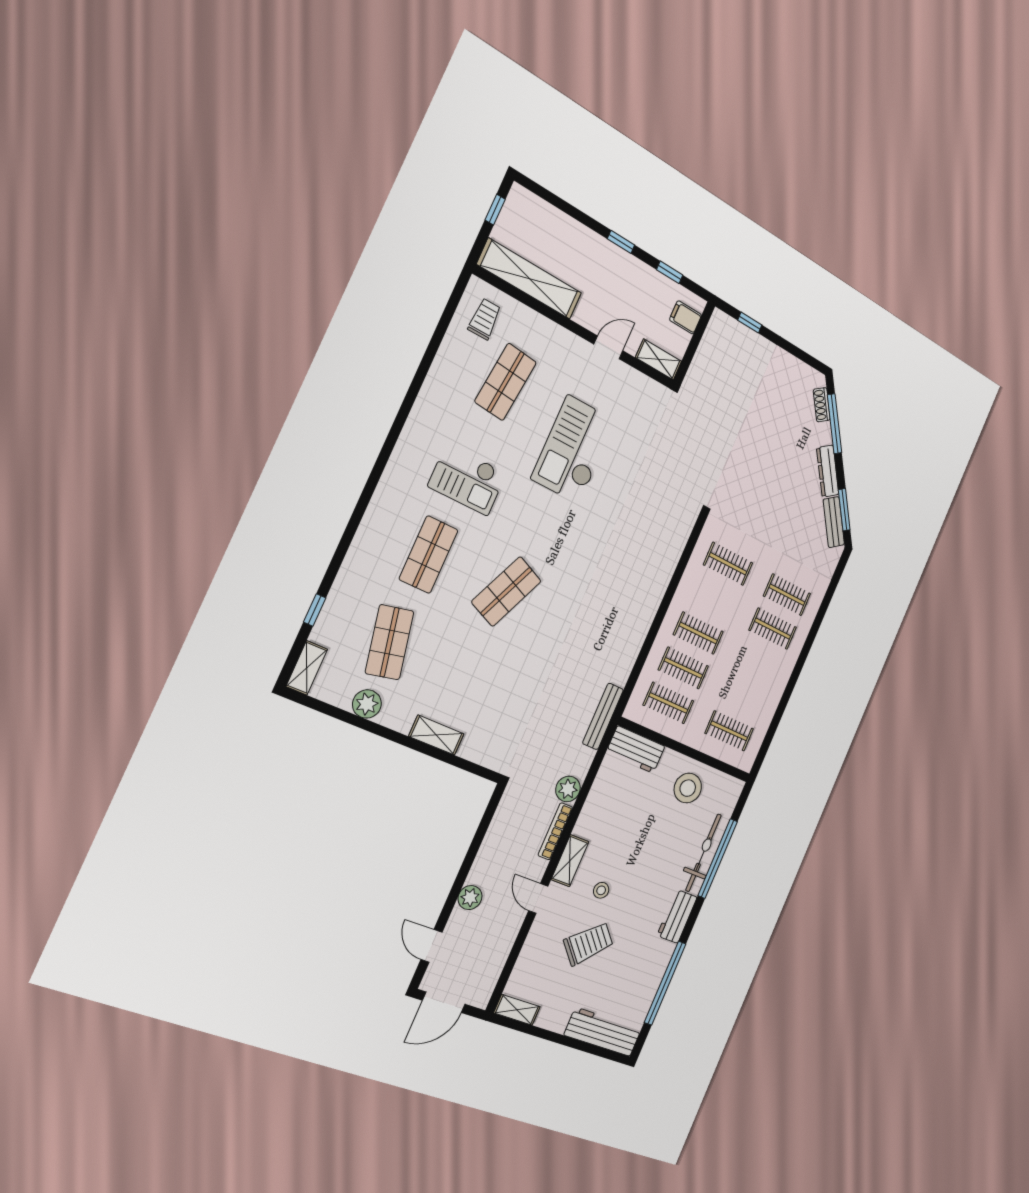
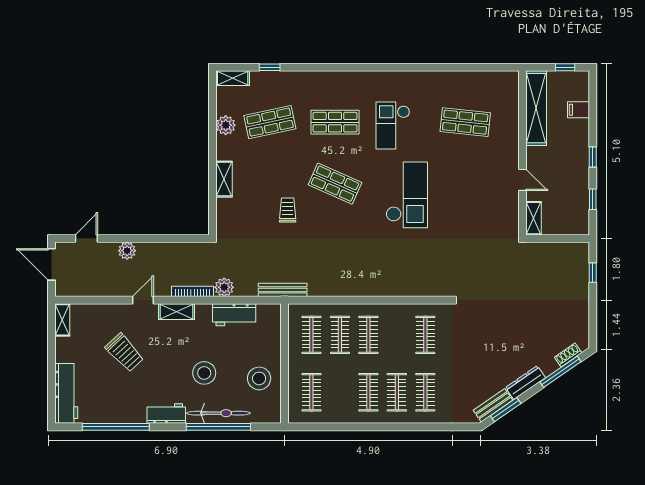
filing cabinet: (685, 317) -> (579, 110), moved, turned -90
trolley: (485, 319) -> (288, 210), moved, turned -90
checkout: (573, 450) -> (407, 195), moved, turned 90
clothes rail: (758, 663) -> (368, 392), added
workbench: (636, 750) -> (234, 315), moved, turned -90
stool: (601, 890) -> (204, 373), moved, width x1.89, depth x1.89

